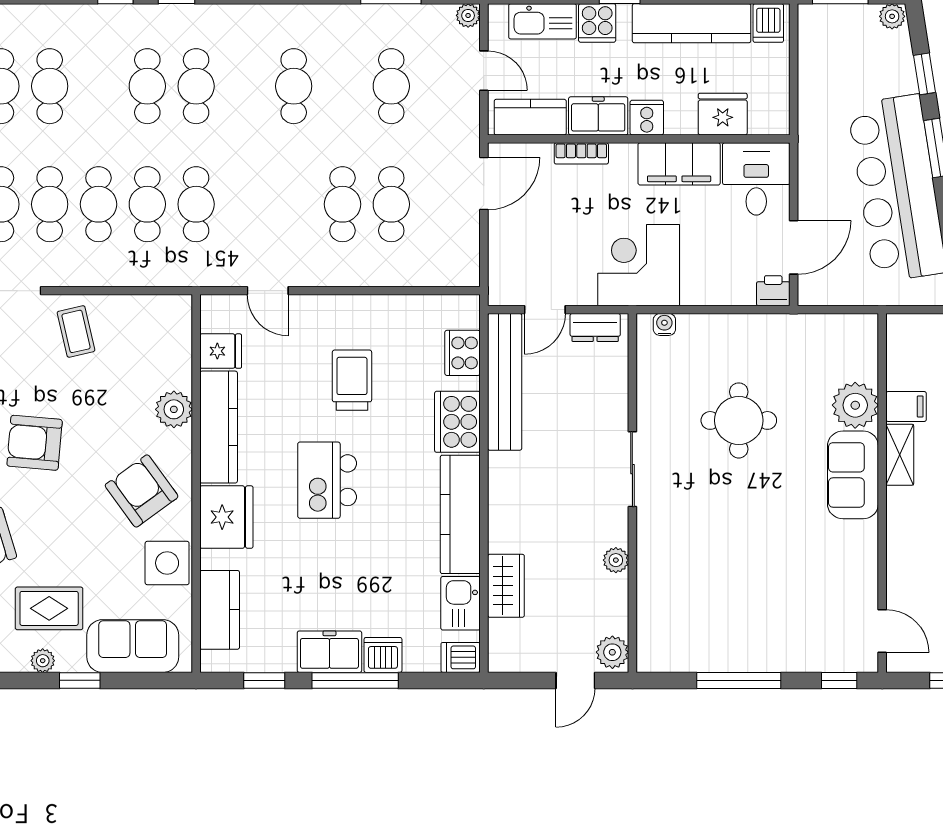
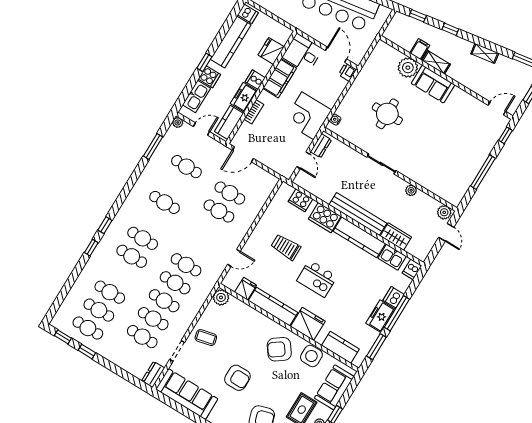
door: (484, 183) -> (243, 154), swing flipped
bench: (505, 382) -> (358, 214), moved
plant: (174, 409) -> (221, 297), moved
armchair: (35, 443) -> (237, 378), turned -95
window: (264, 680) -> (376, 347), width x1.50

